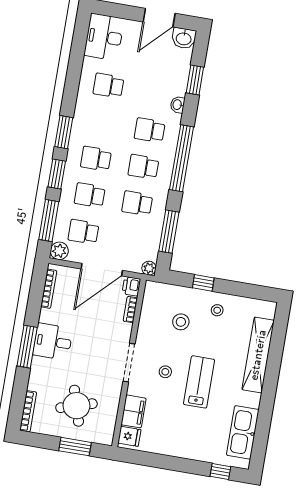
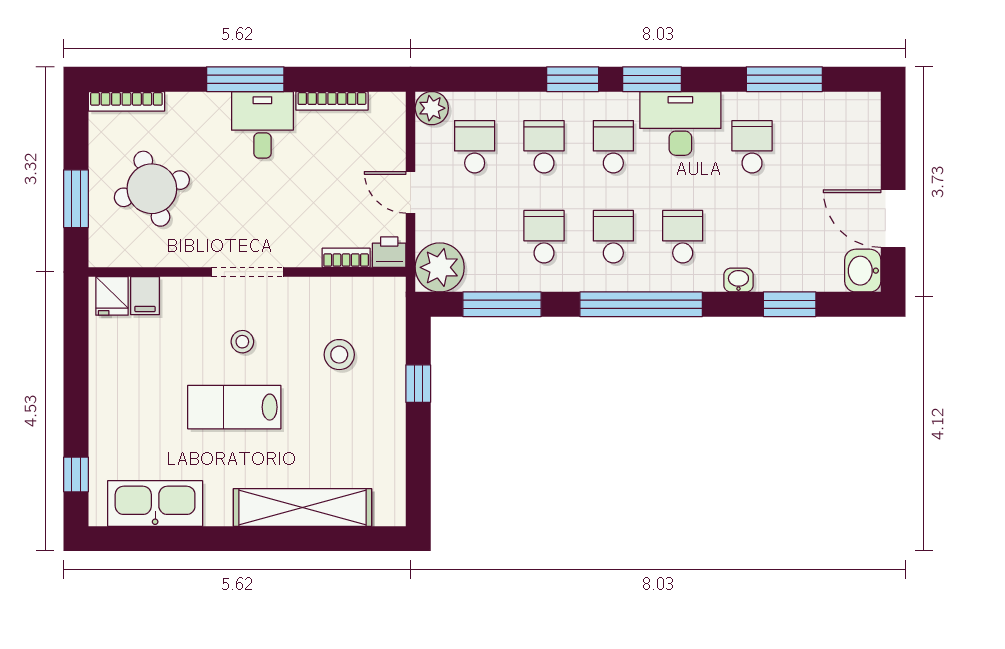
desk: (104, 37) -> (680, 123), moved
window: (49, 220) -> (784, 79), moved
plant: (149, 268) -> (440, 267), width x1.87, depth x1.87
door: (102, 270) -> (411, 192), width x0.53
bookcase: (49, 289) -> (332, 101), moved
stool: (217, 310) -> (372, 418), removed
lab bench: (199, 382) -> (234, 407), turned 180
filing cabinet: (134, 411) -> (145, 296), width x0.50

